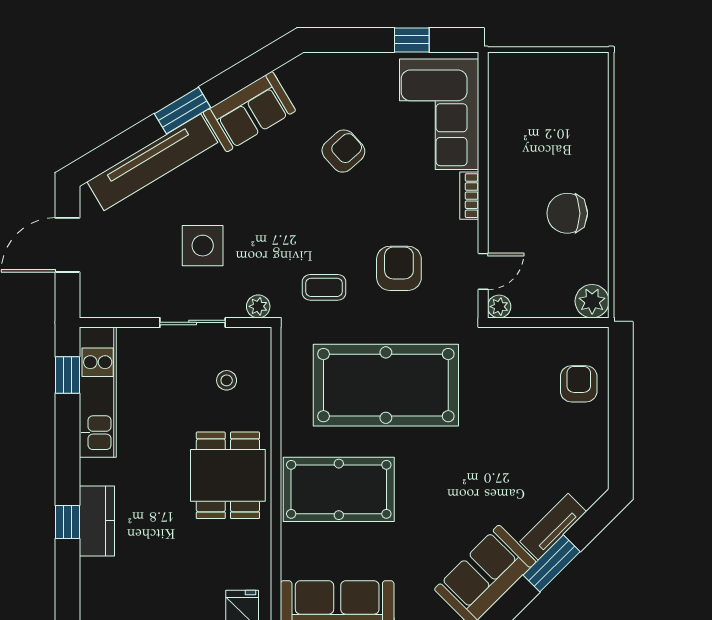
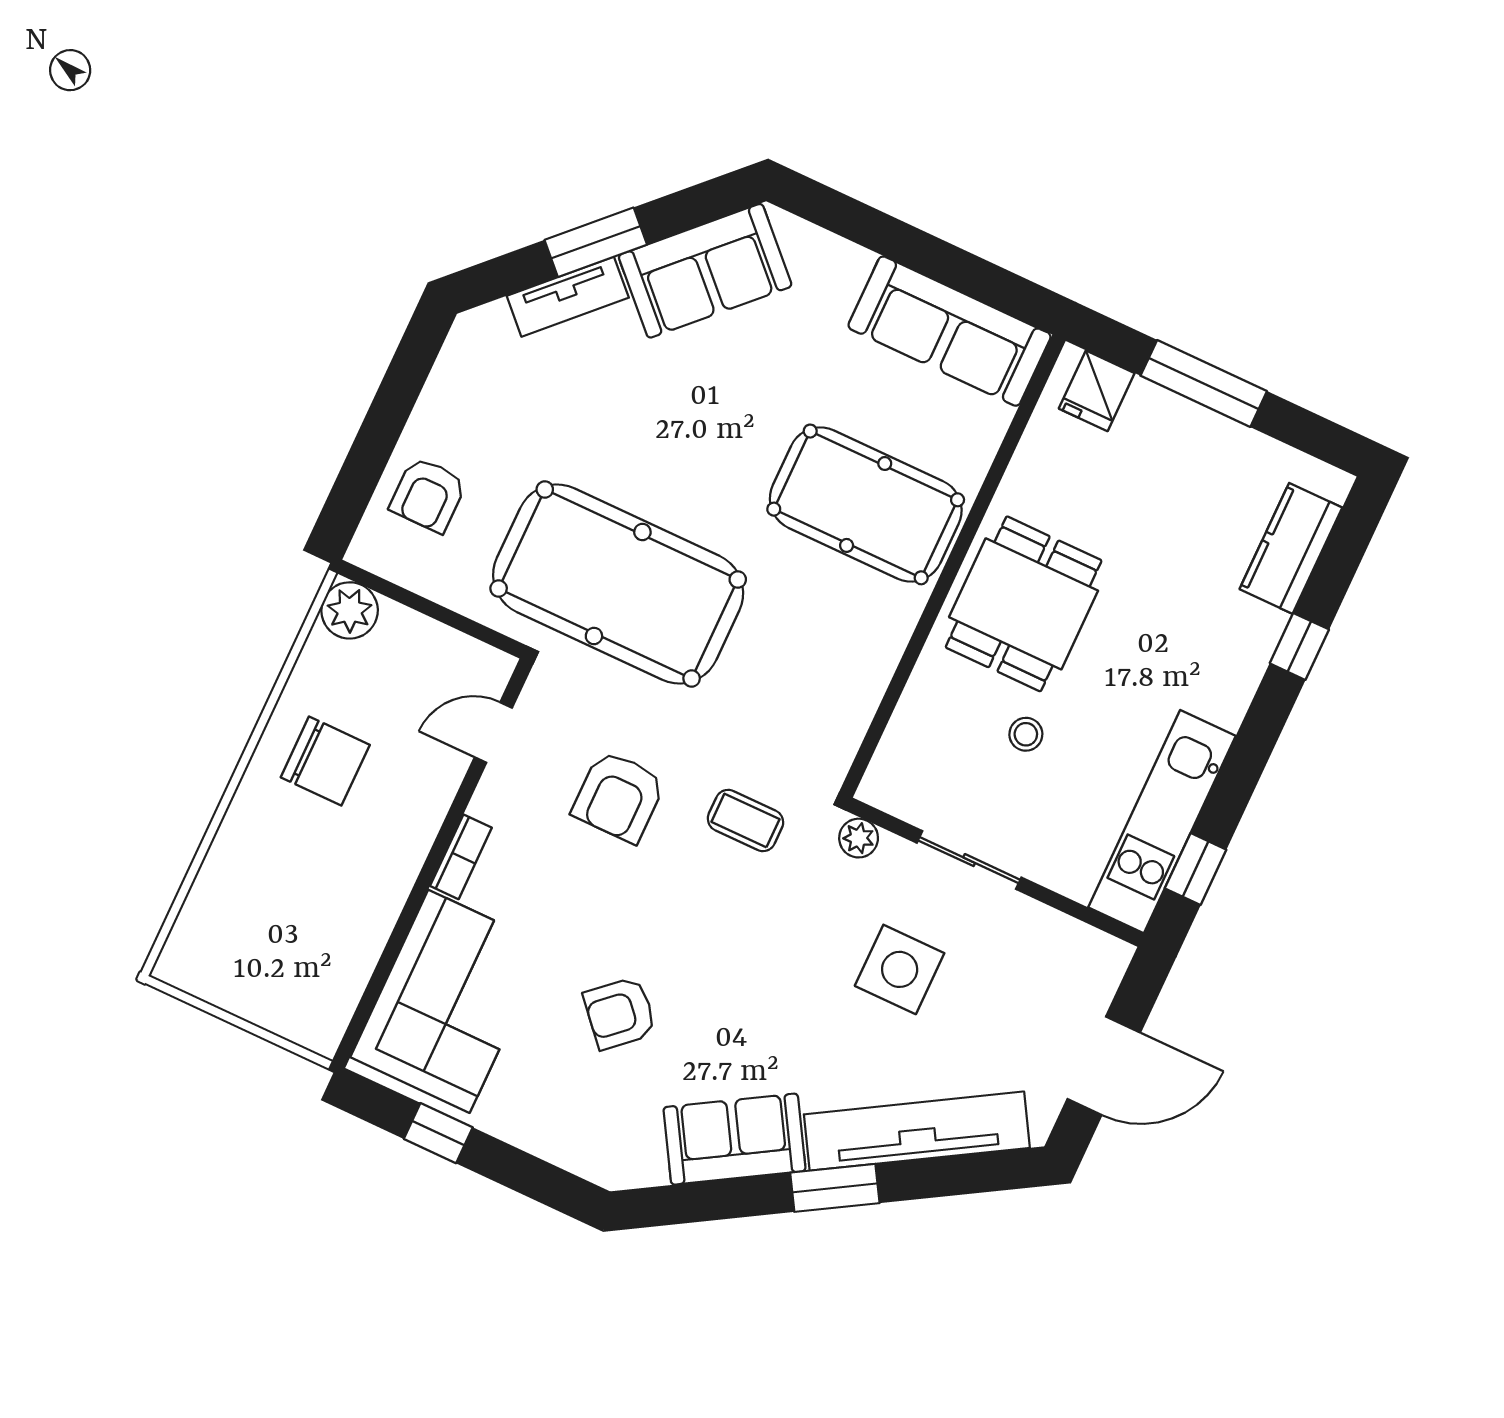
plant: (499, 307) -> (494, 668), removed
stool: (227, 380) -> (1026, 734), moved
pool table: (386, 385) -> (618, 584), moved
kitchen counter: (97, 521) -> (1291, 548), moved

